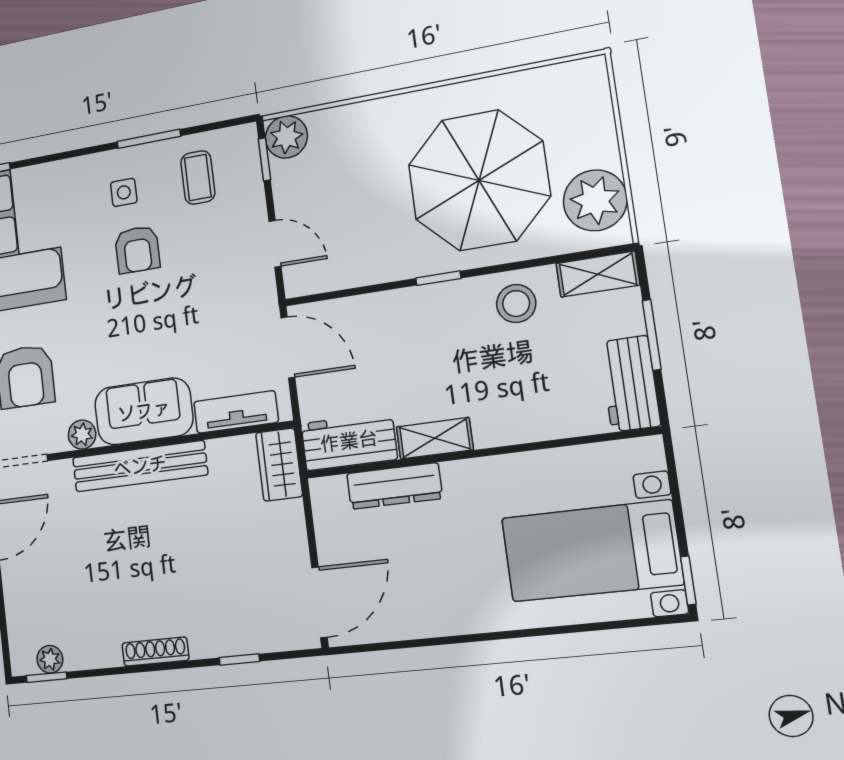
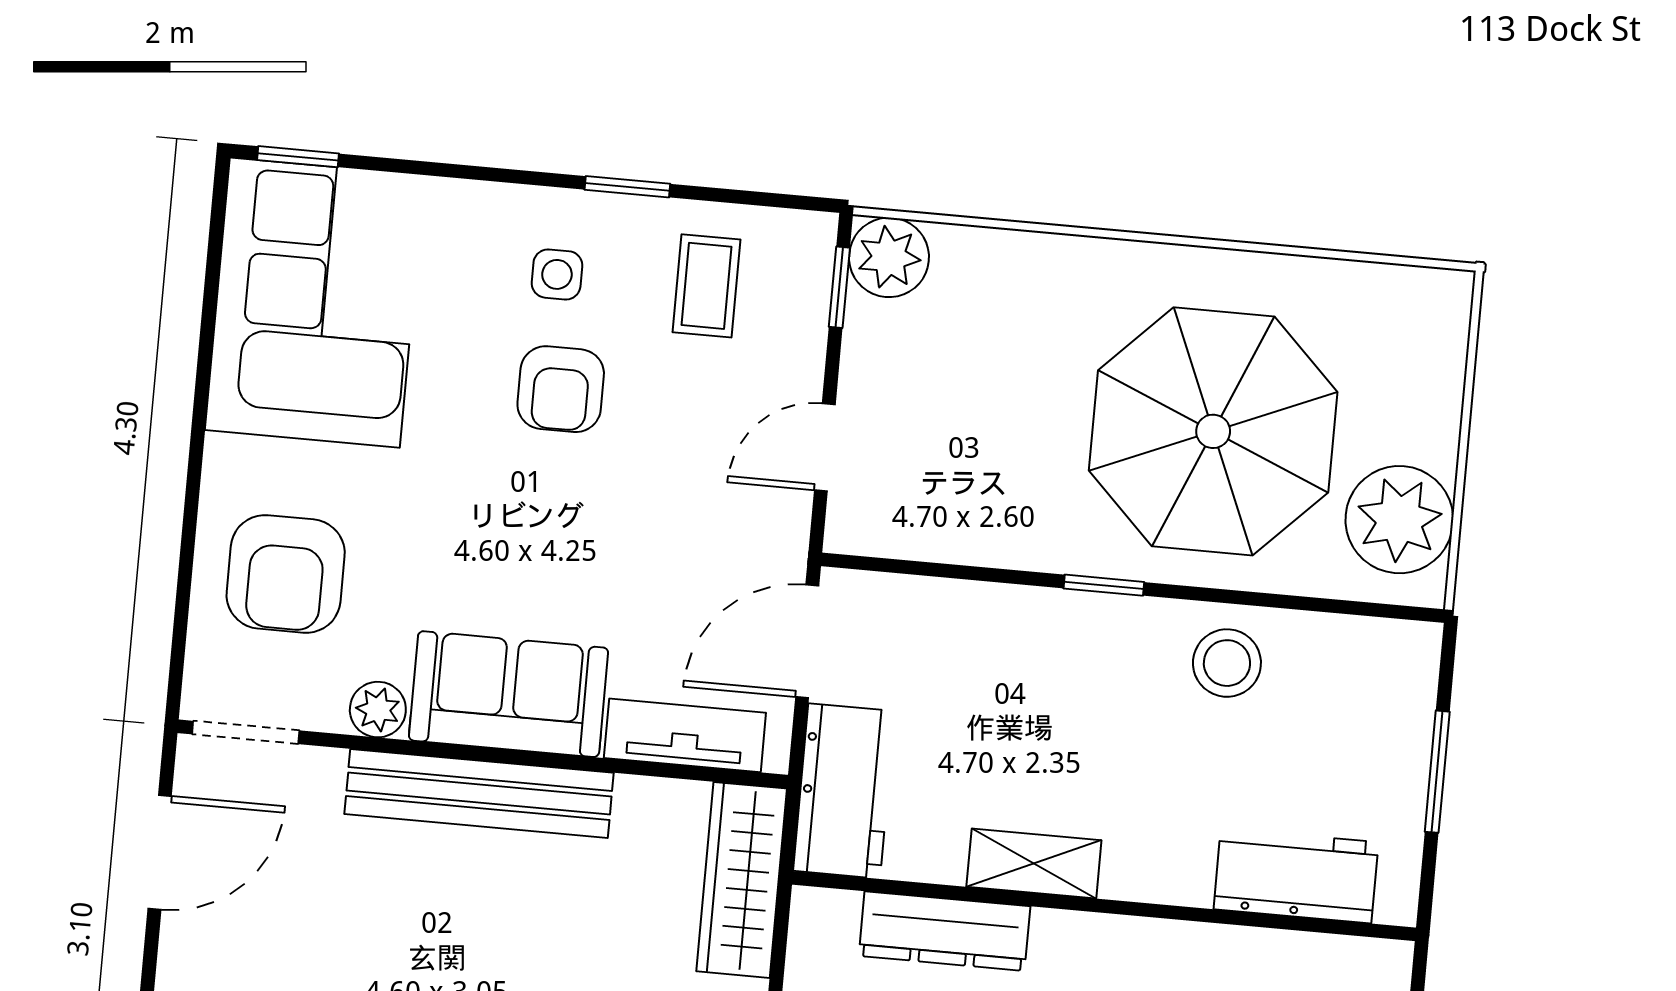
window: (149, 139) -> (627, 187), width x0.67
door: (275, 244) -> (825, 447), swing flipped
shelving: (598, 274) -> (1374, 647), removed
door: (288, 347) -> (807, 641), swing flipped
workbench: (630, 384) -> (1296, 876), moved, turned 90
workbench: (349, 441) -> (844, 791), moved, turned 90
wardrobe: (279, 465) -> (742, 880), width x1.50

